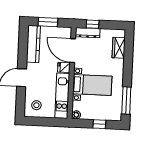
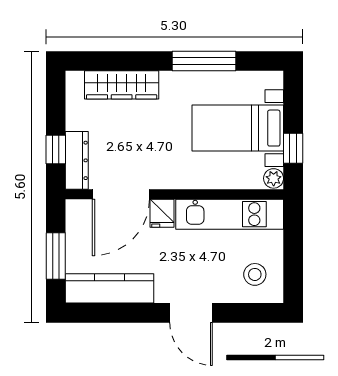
wardrobe: (119, 48) -> (122, 85), width x1.50
bed with nightstands: (92, 85) -> (238, 128), moved, turned -90
window: (126, 100) -> (204, 61), moved
window: (99, 124) -> (293, 148), moved

